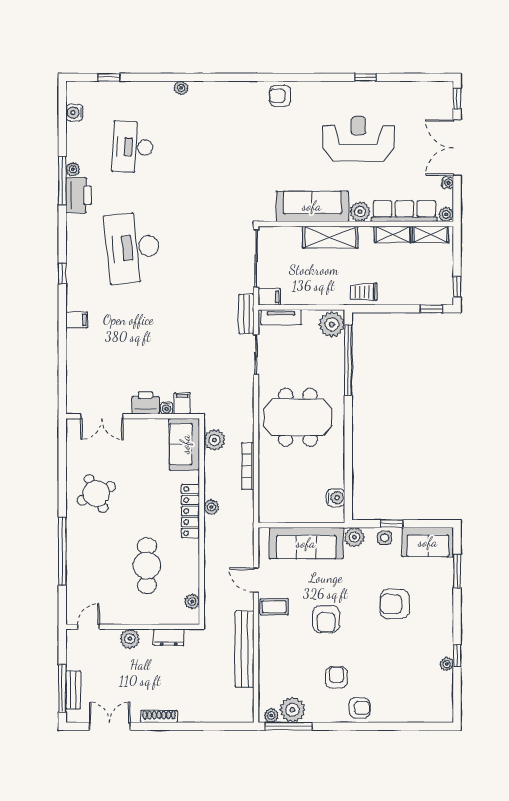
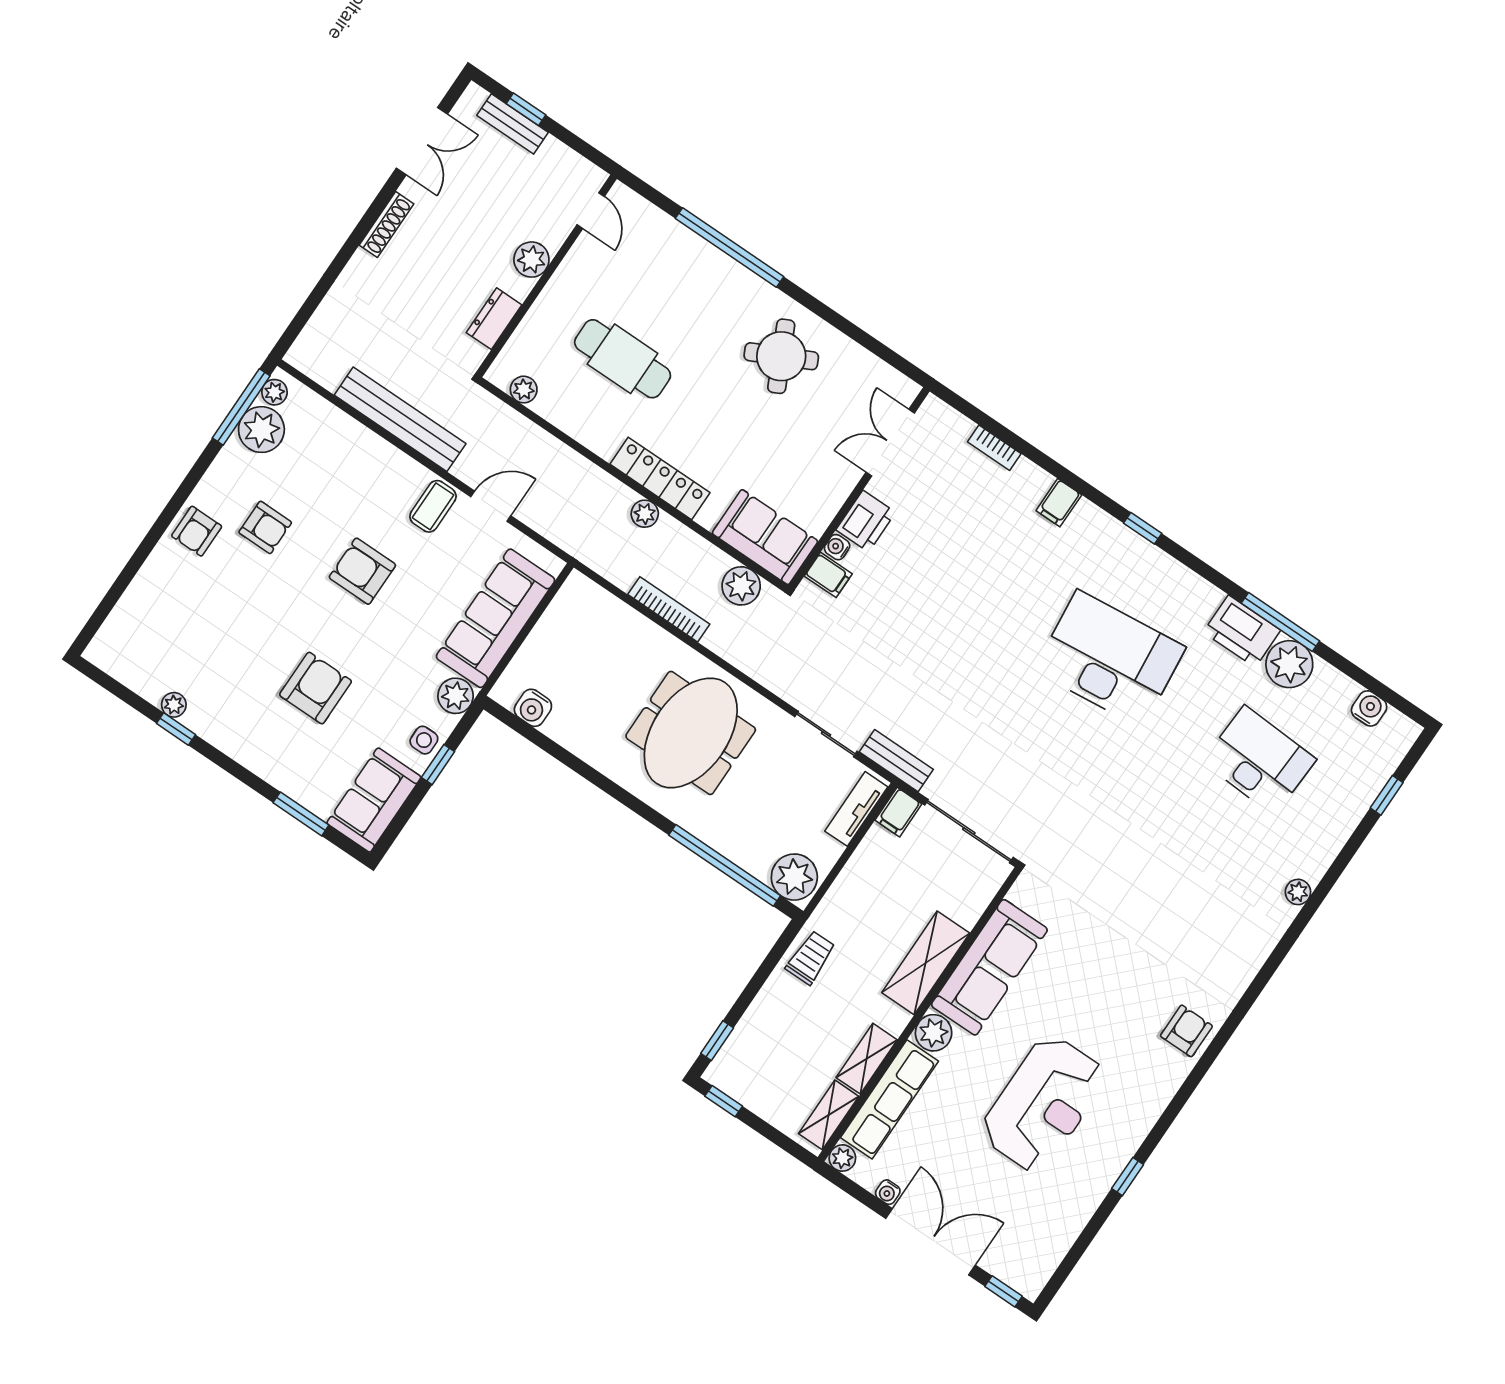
plant: (73, 169) -> (1289, 664), width x1.87, depth x1.87
bookcase: (72, 367) -> (994, 448), added
window: (62, 688) -> (526, 109), width x0.46

